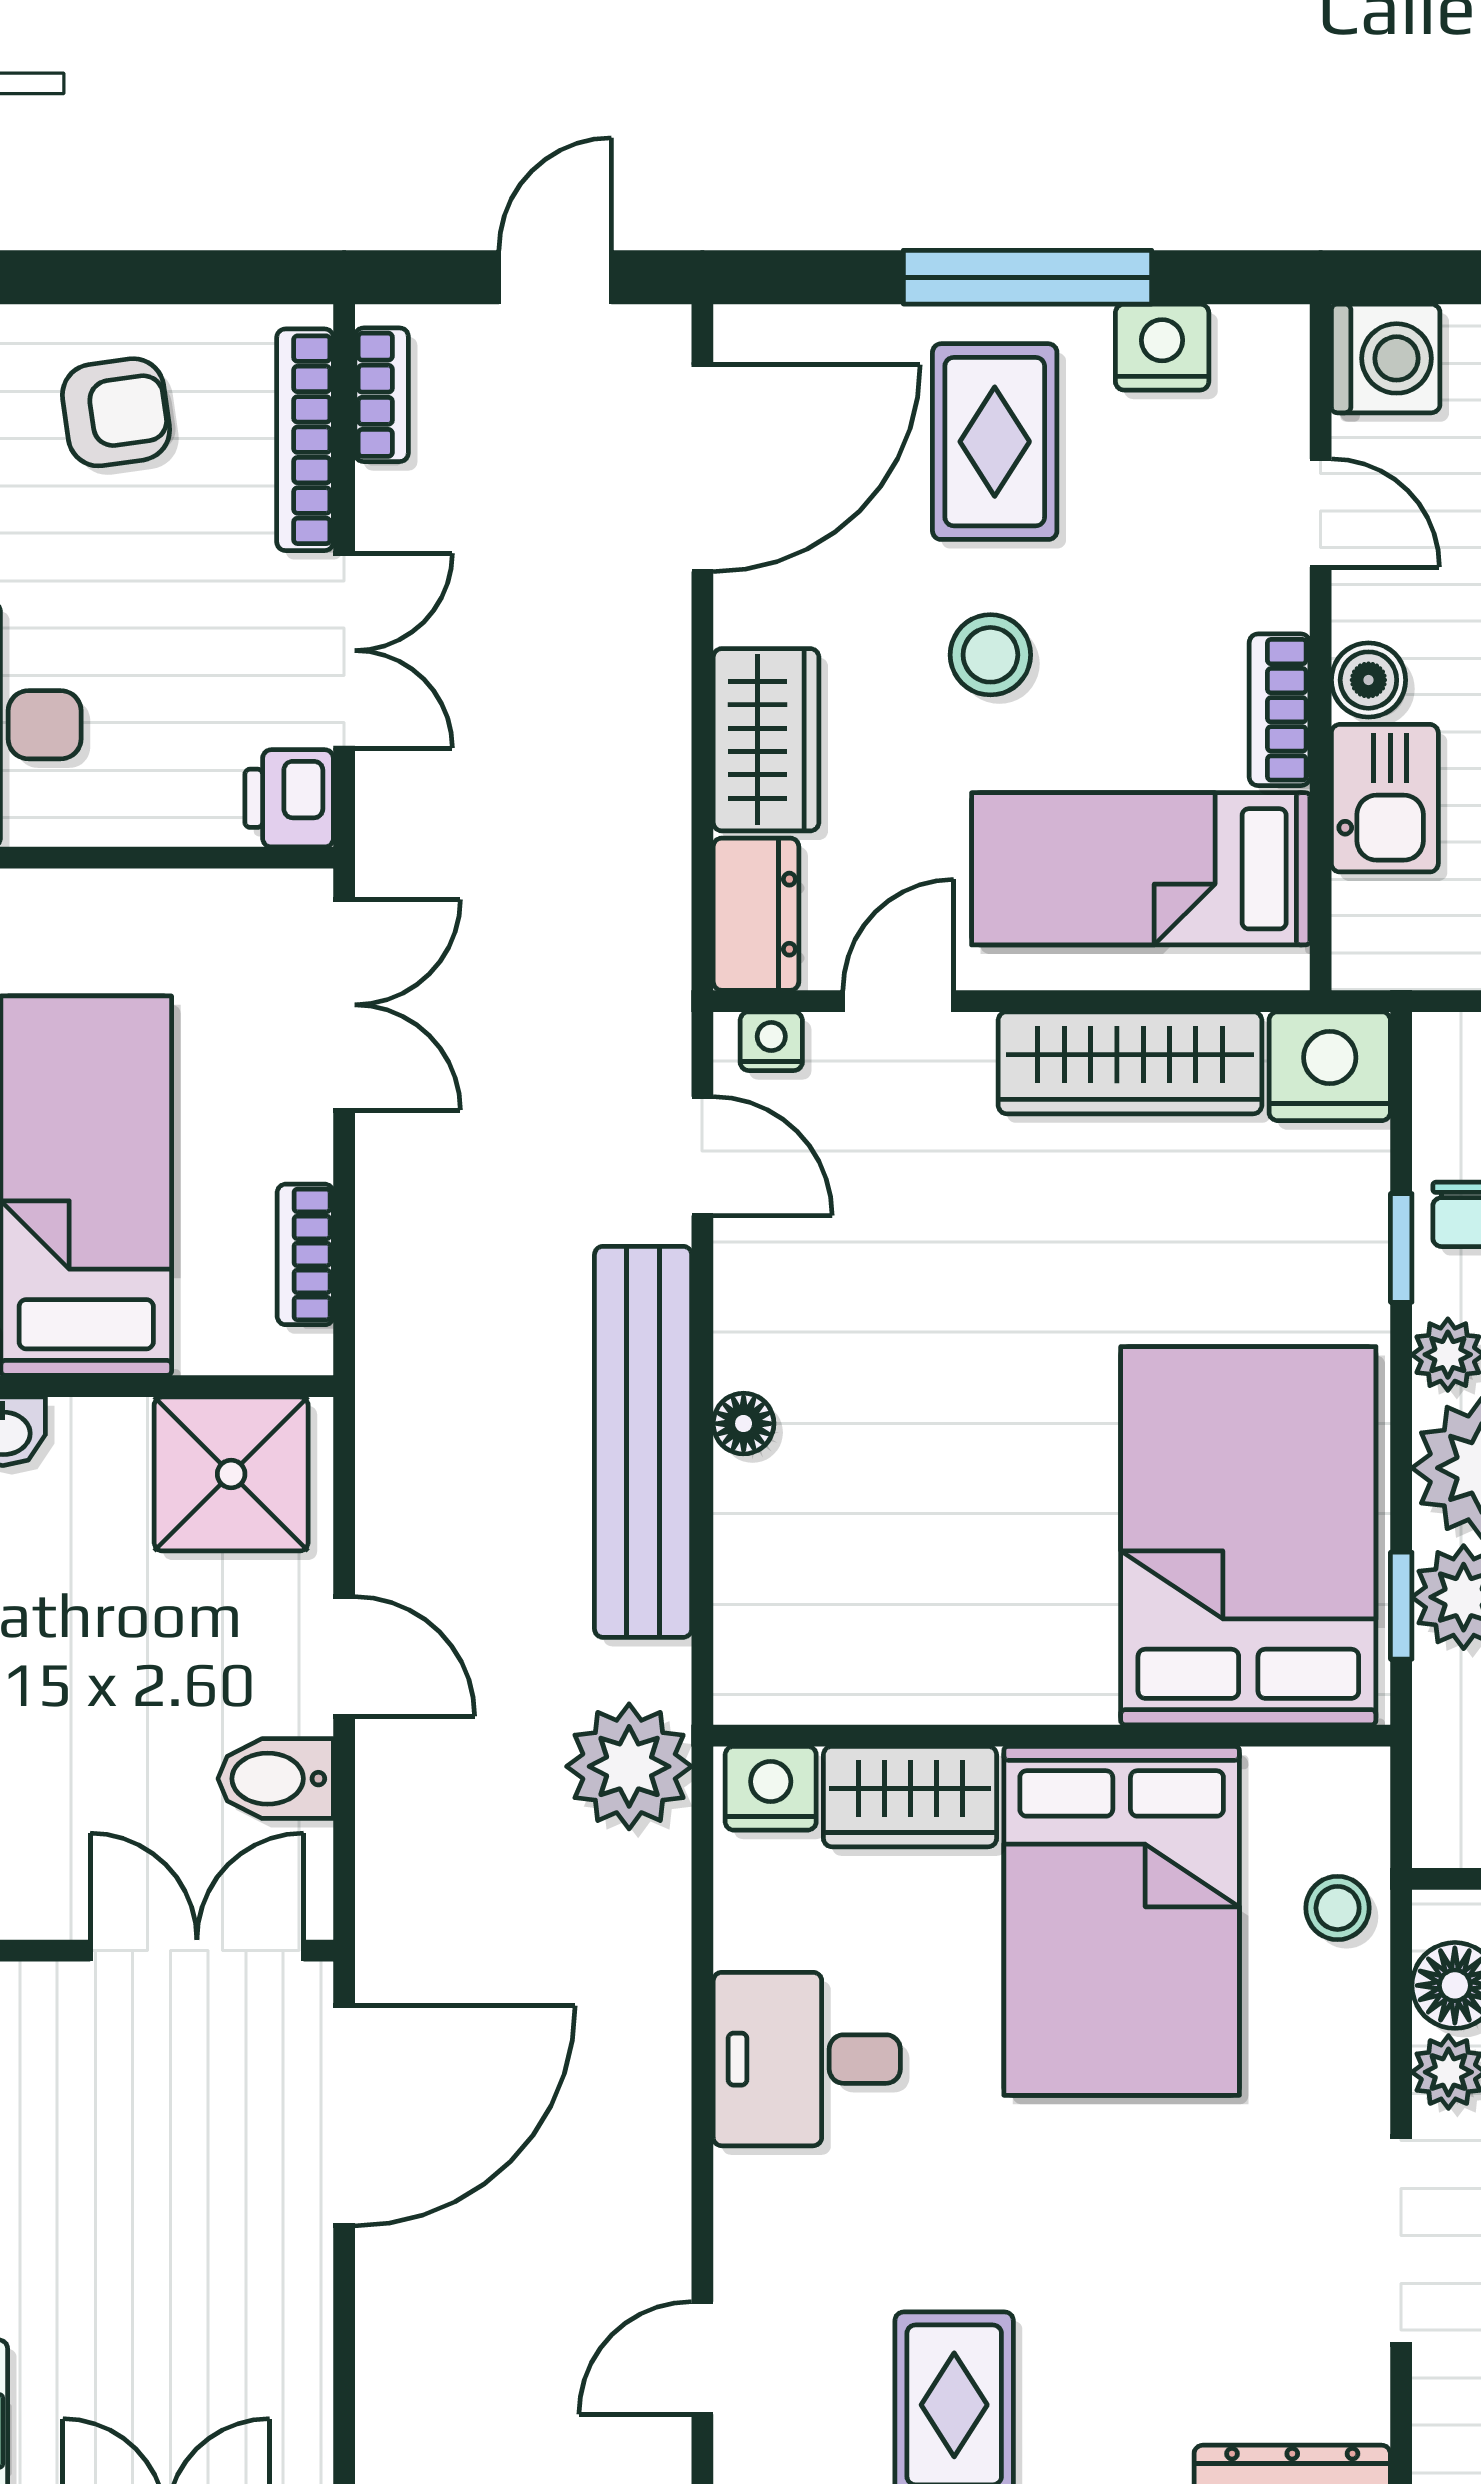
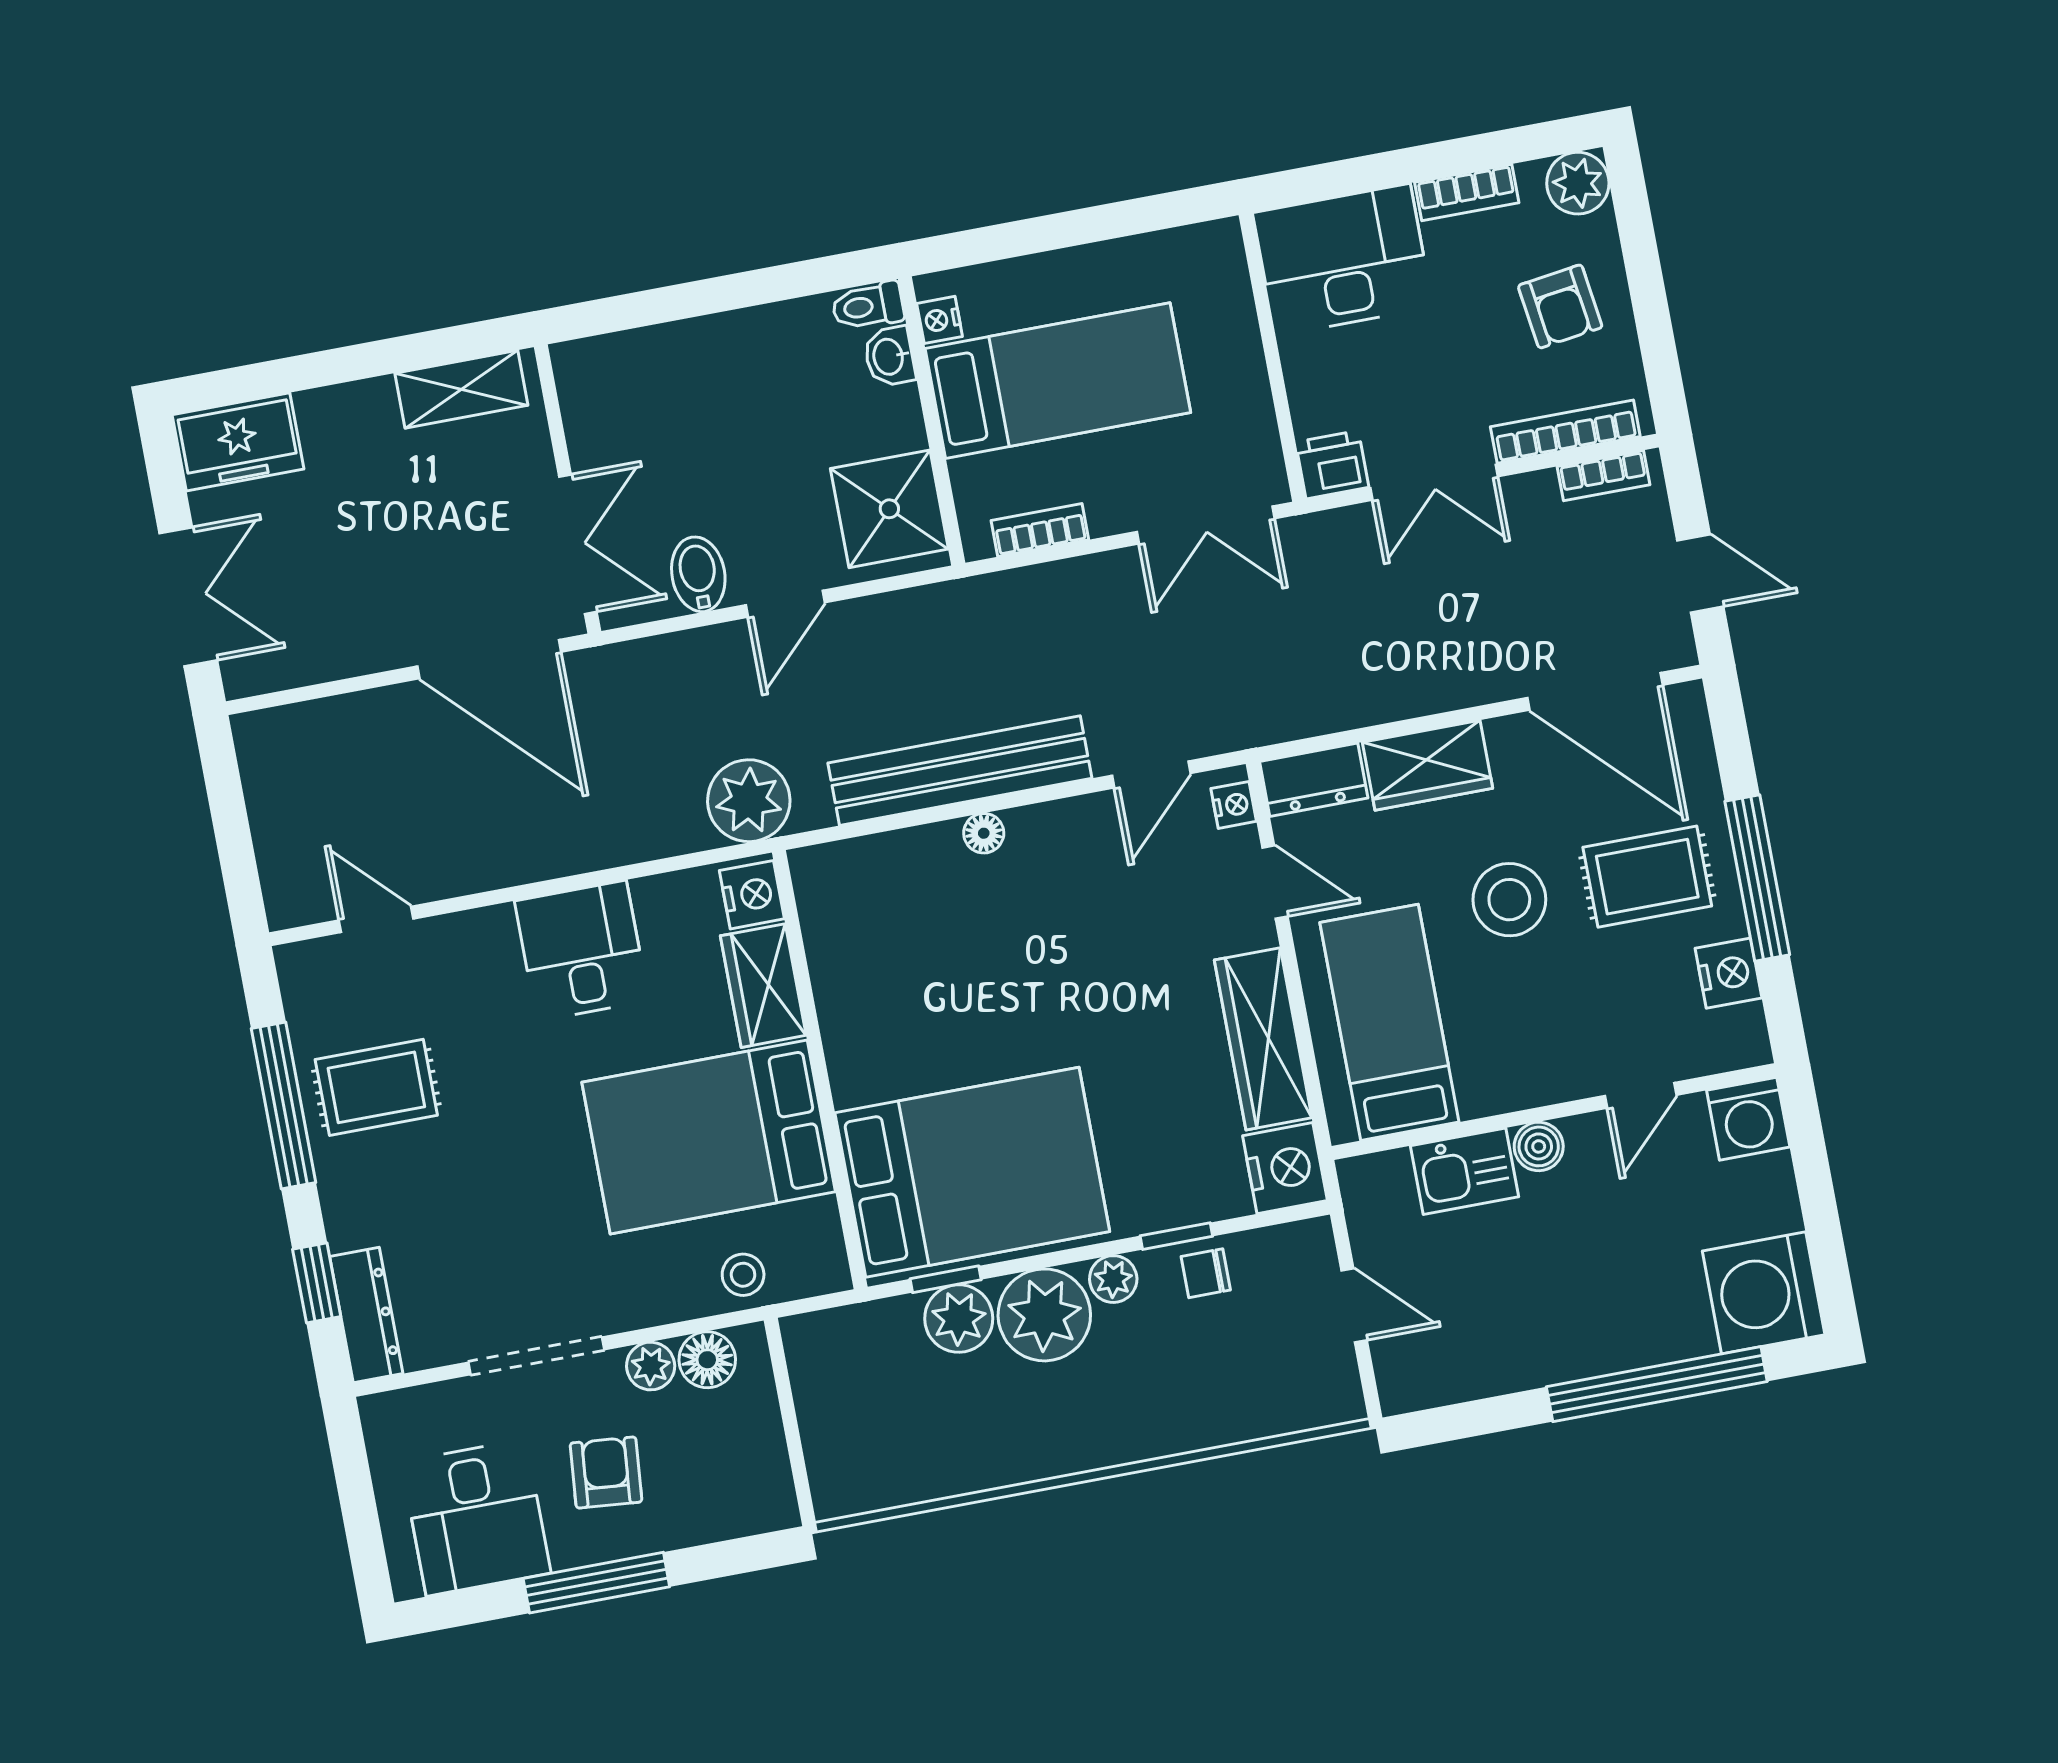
stool: (990, 655) -> (1509, 900), width x1.38, depth x1.38
bookcase: (1279, 710) -> (1509, 1093), removed

